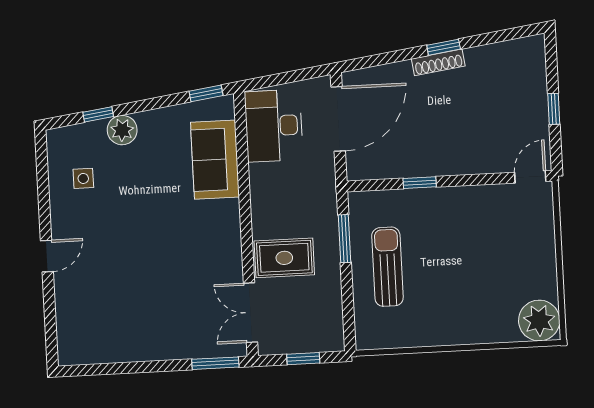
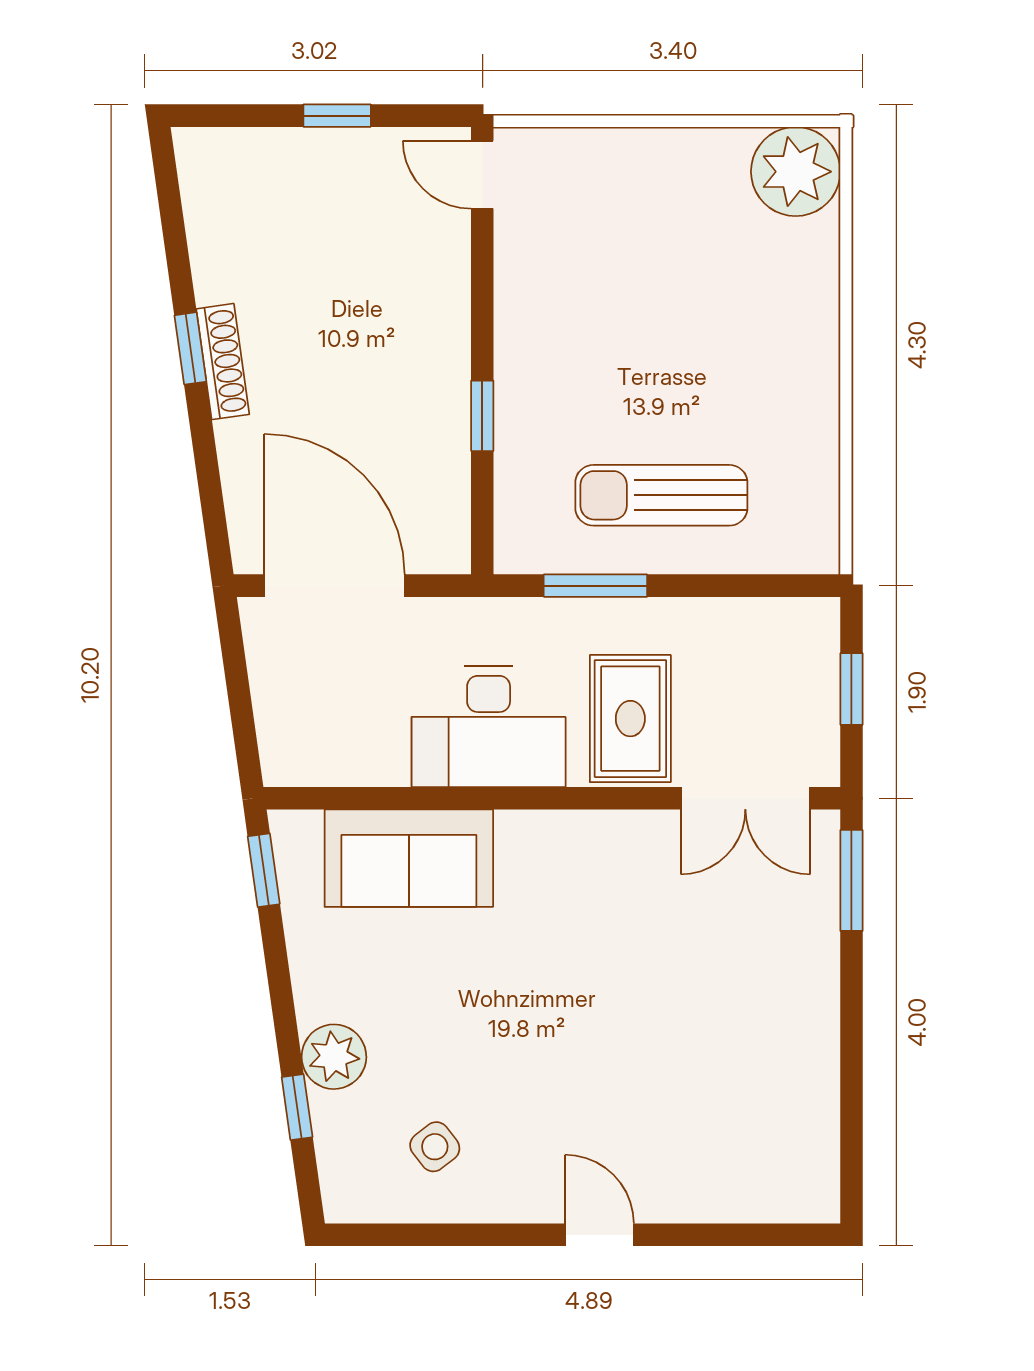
desk: (274, 126) -> (489, 727), moved
side table: (83, 178) -> (435, 1147), turned -38

